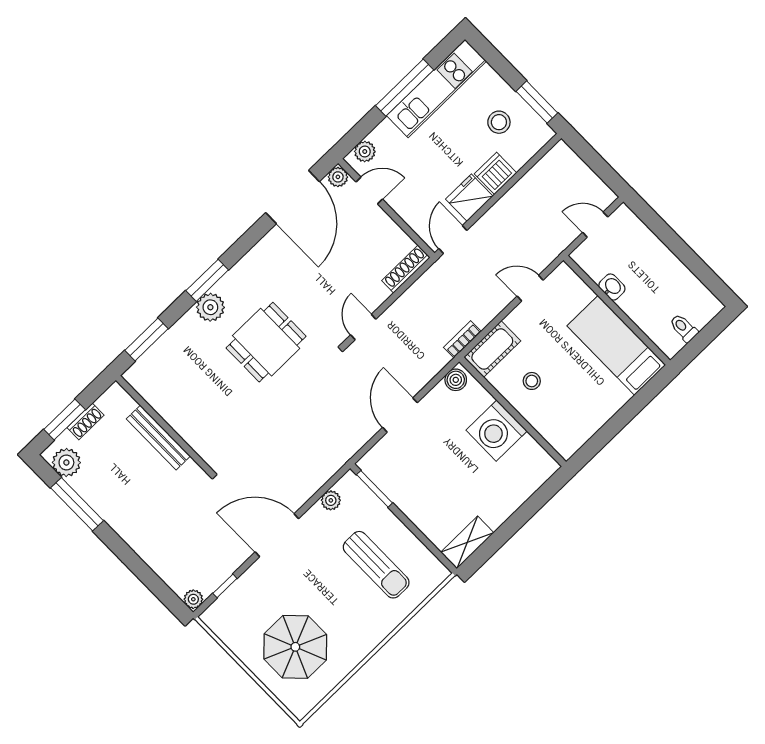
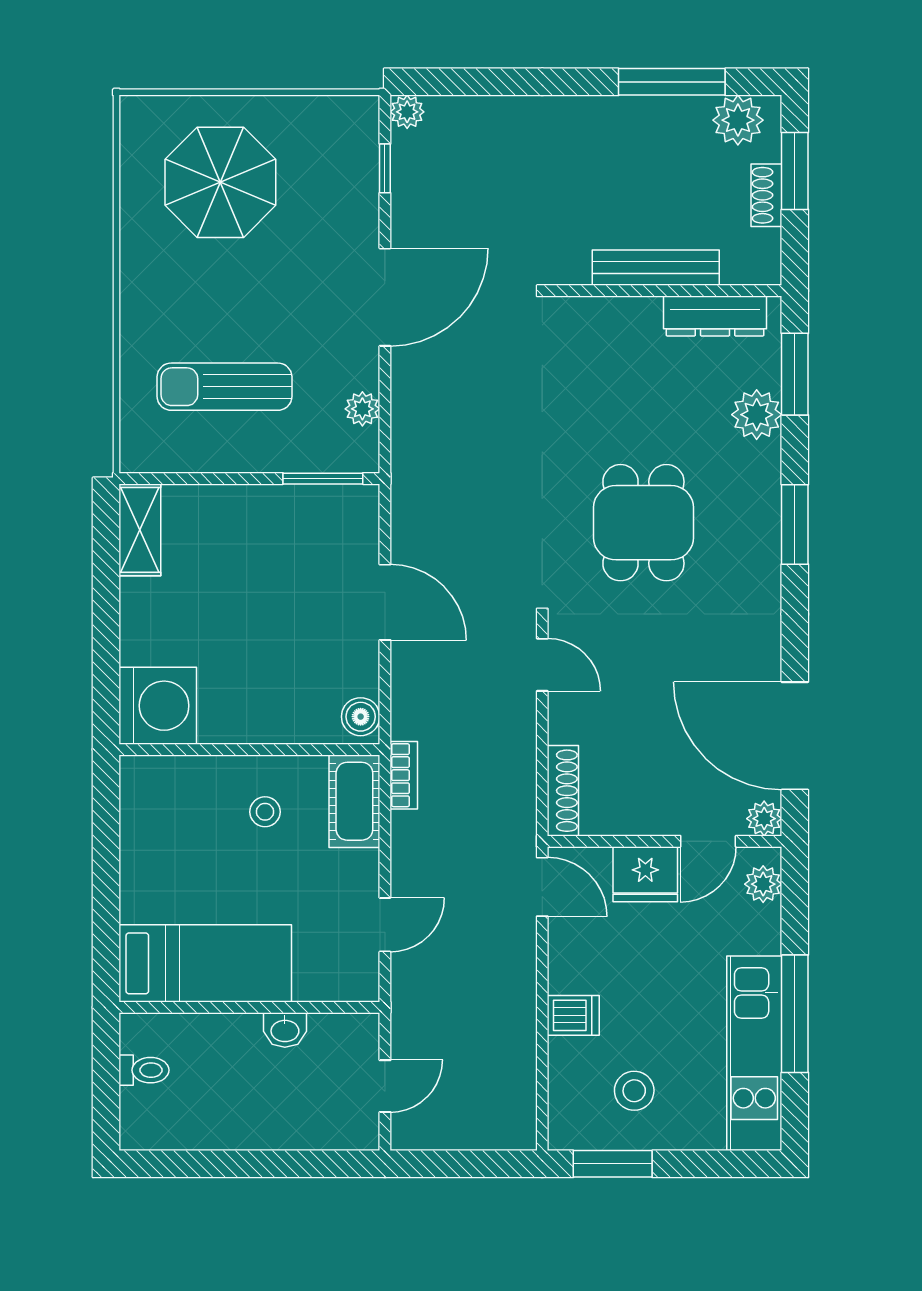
dishwasher: (496, 173) -> (573, 1015), width x0.73
fridge: (469, 198) -> (645, 874), moved, turned 90
plant: (210, 307) -> (757, 415), moved
dresser: (154, 395) -> (715, 316), added
washing machine: (497, 431) -> (158, 706), moved, turned 90

